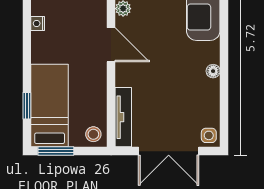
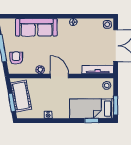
door: (111, 45) -> (59, 76), hinge flipped

